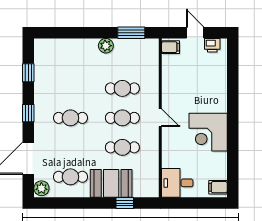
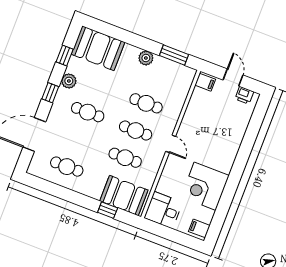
booth: (57, 54) -> (98, 48), added
corner desk: (208, 132) -> (205, 186), moved
booth: (111, 183) -> (124, 196), moved
plant: (41, 188) -> (69, 81), moved

